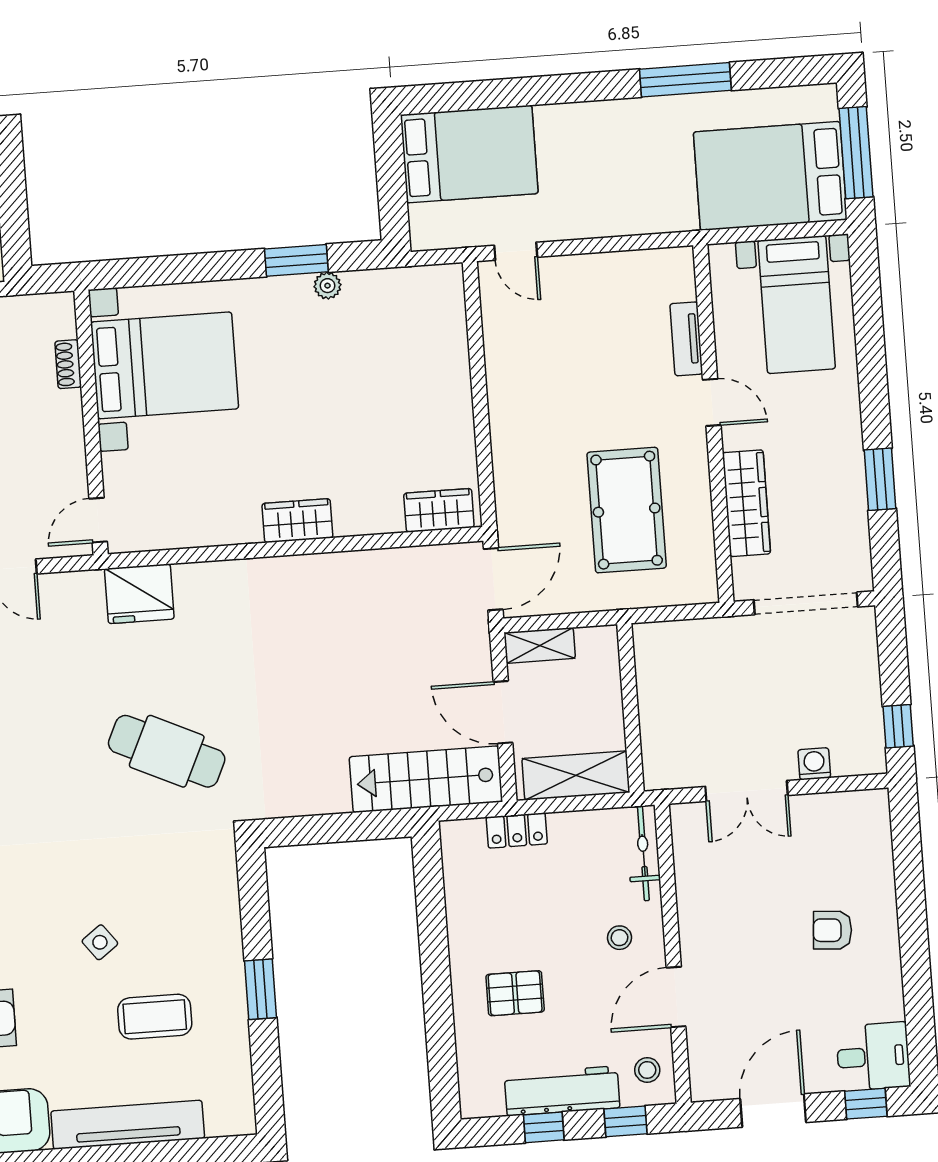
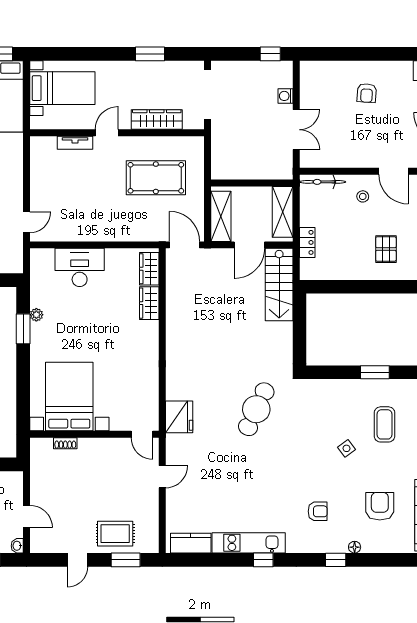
desk: (431, 367) -> (80, 267), added
wardrobe: (297, 521) -> (149, 303), moved
shelving: (540, 645) -> (221, 216), width x1.50, depth x1.33

